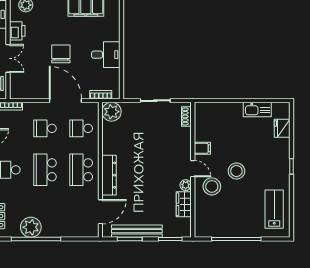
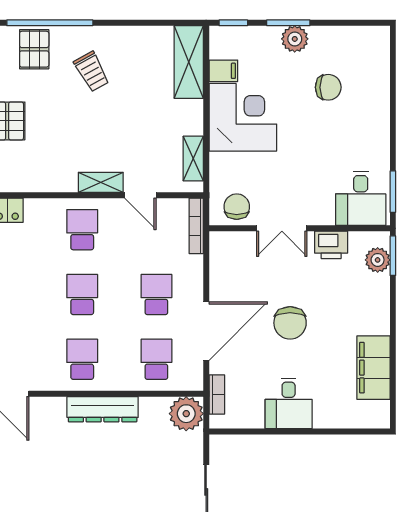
chair: (61, 54) -> (290, 323), turned 90
school desk: (45, 170) -> (82, 294), width x0.54
school desk: (81, 170) -> (82, 359), width x0.54
dresser: (109, 175) -> (103, 409), moved

